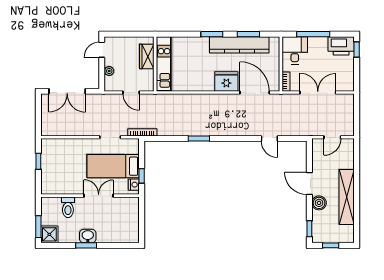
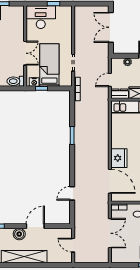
dresser: (148, 81) -> (120, 94), added
door: (255, 93) -> (110, 181), hinge flipped
desk: (55, 177) -> (41, 17), added
toilet: (68, 207) -> (16, 81), moved

